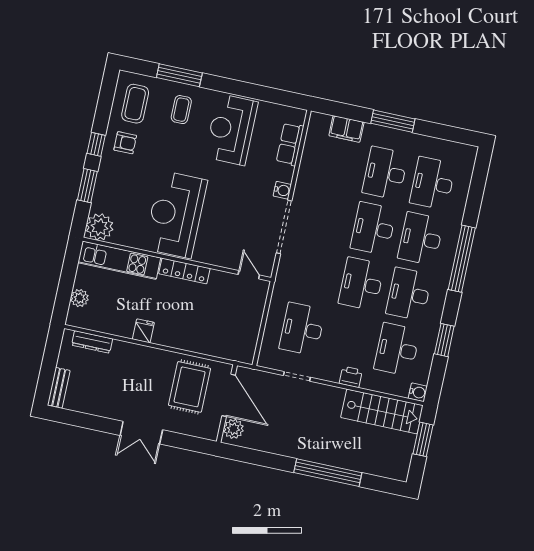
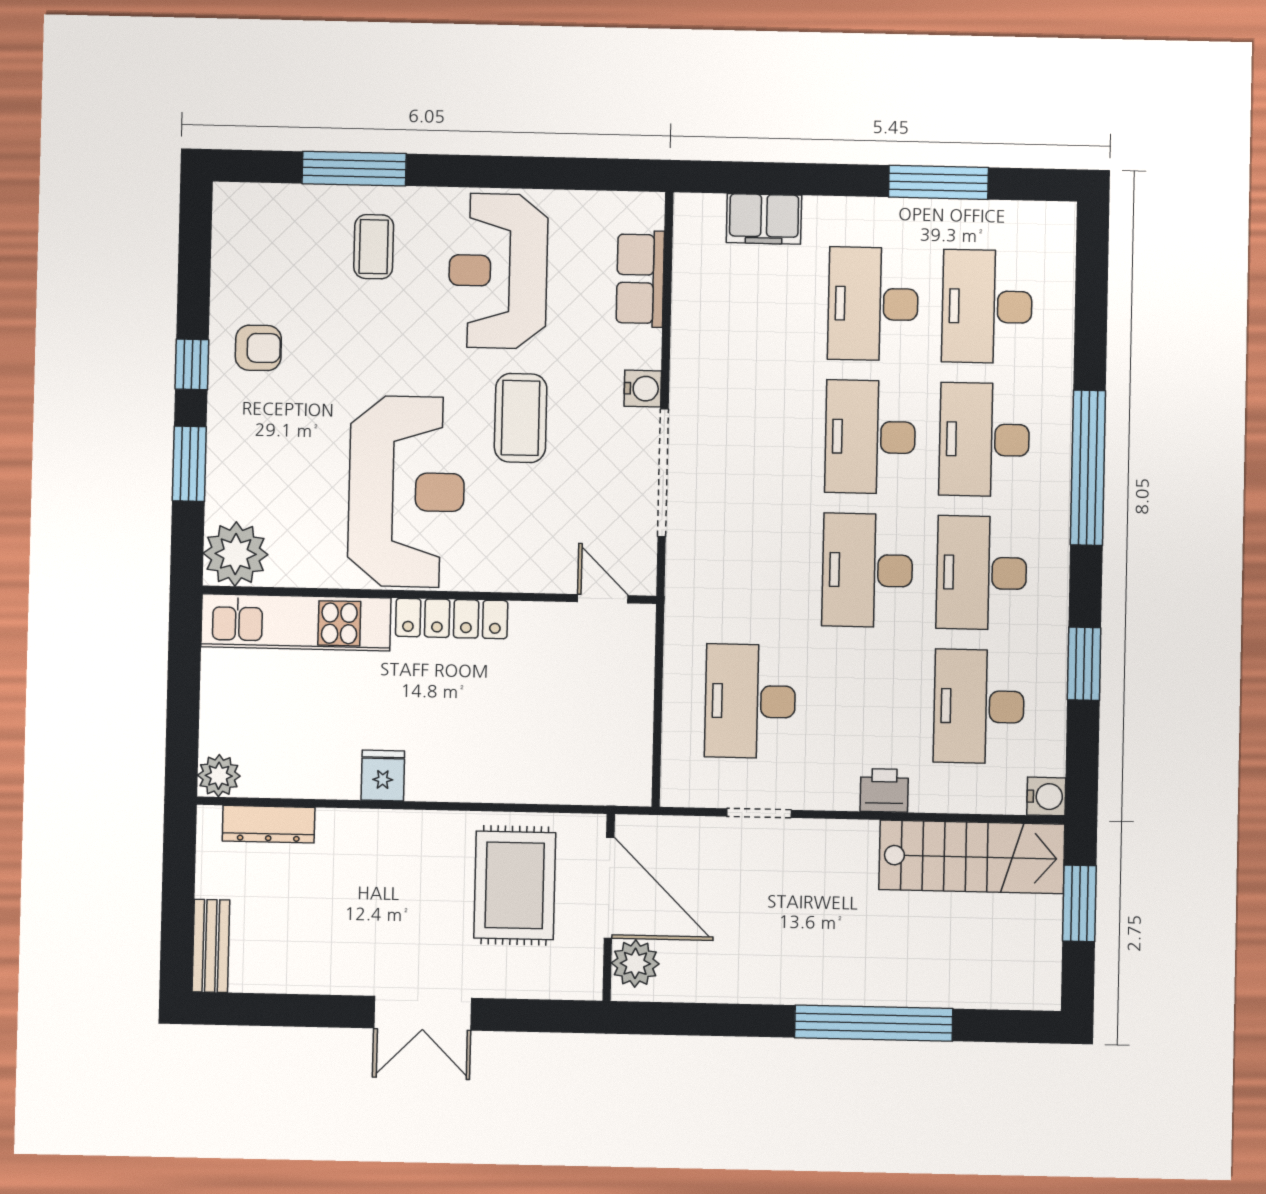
coffee table: (135, 104) -> (521, 418), moved
window: (393, 121) -> (938, 182), moved
reception desk: (176, 214) -> (407, 491), turned 180
plant: (79, 298) -> (219, 776), moved

